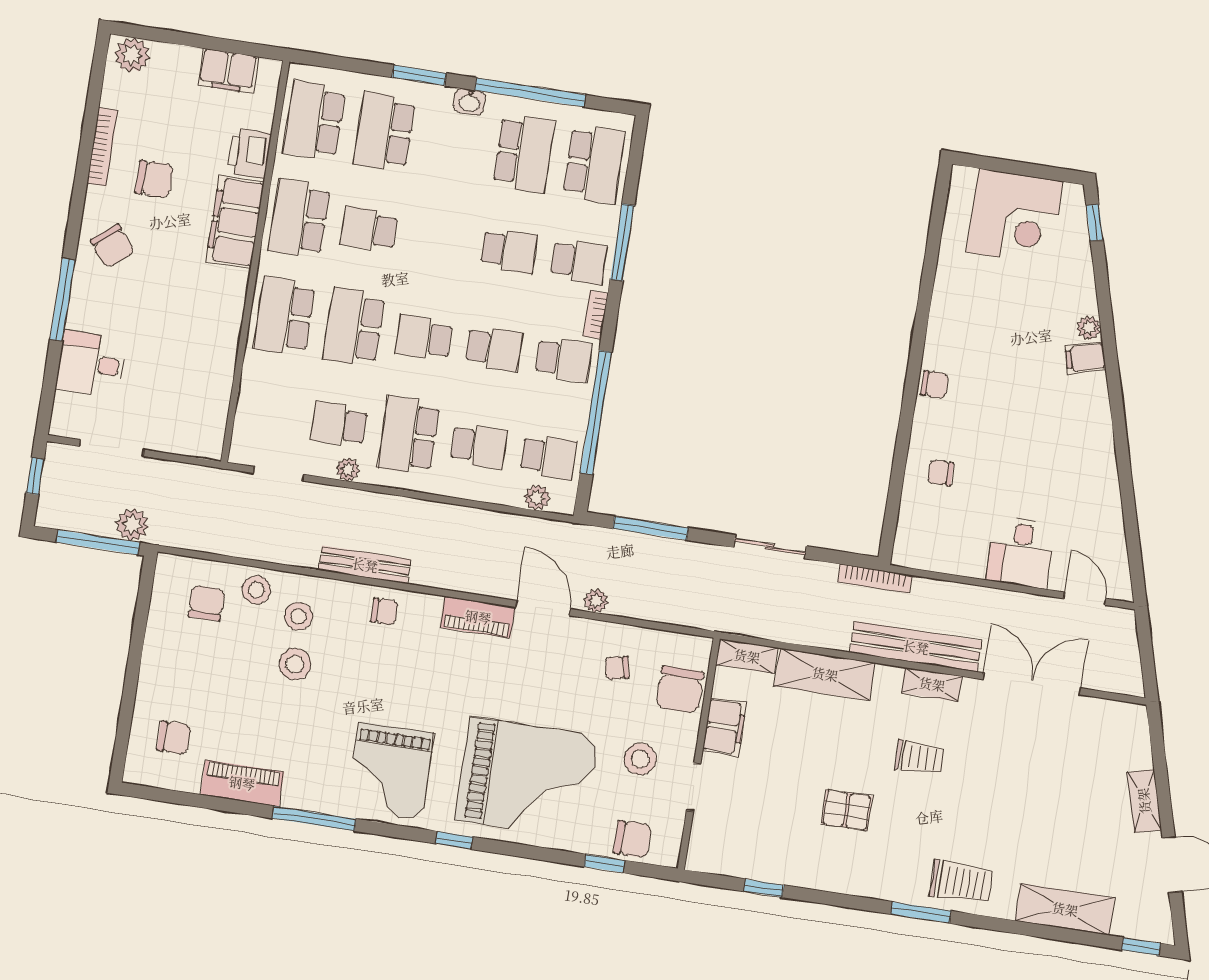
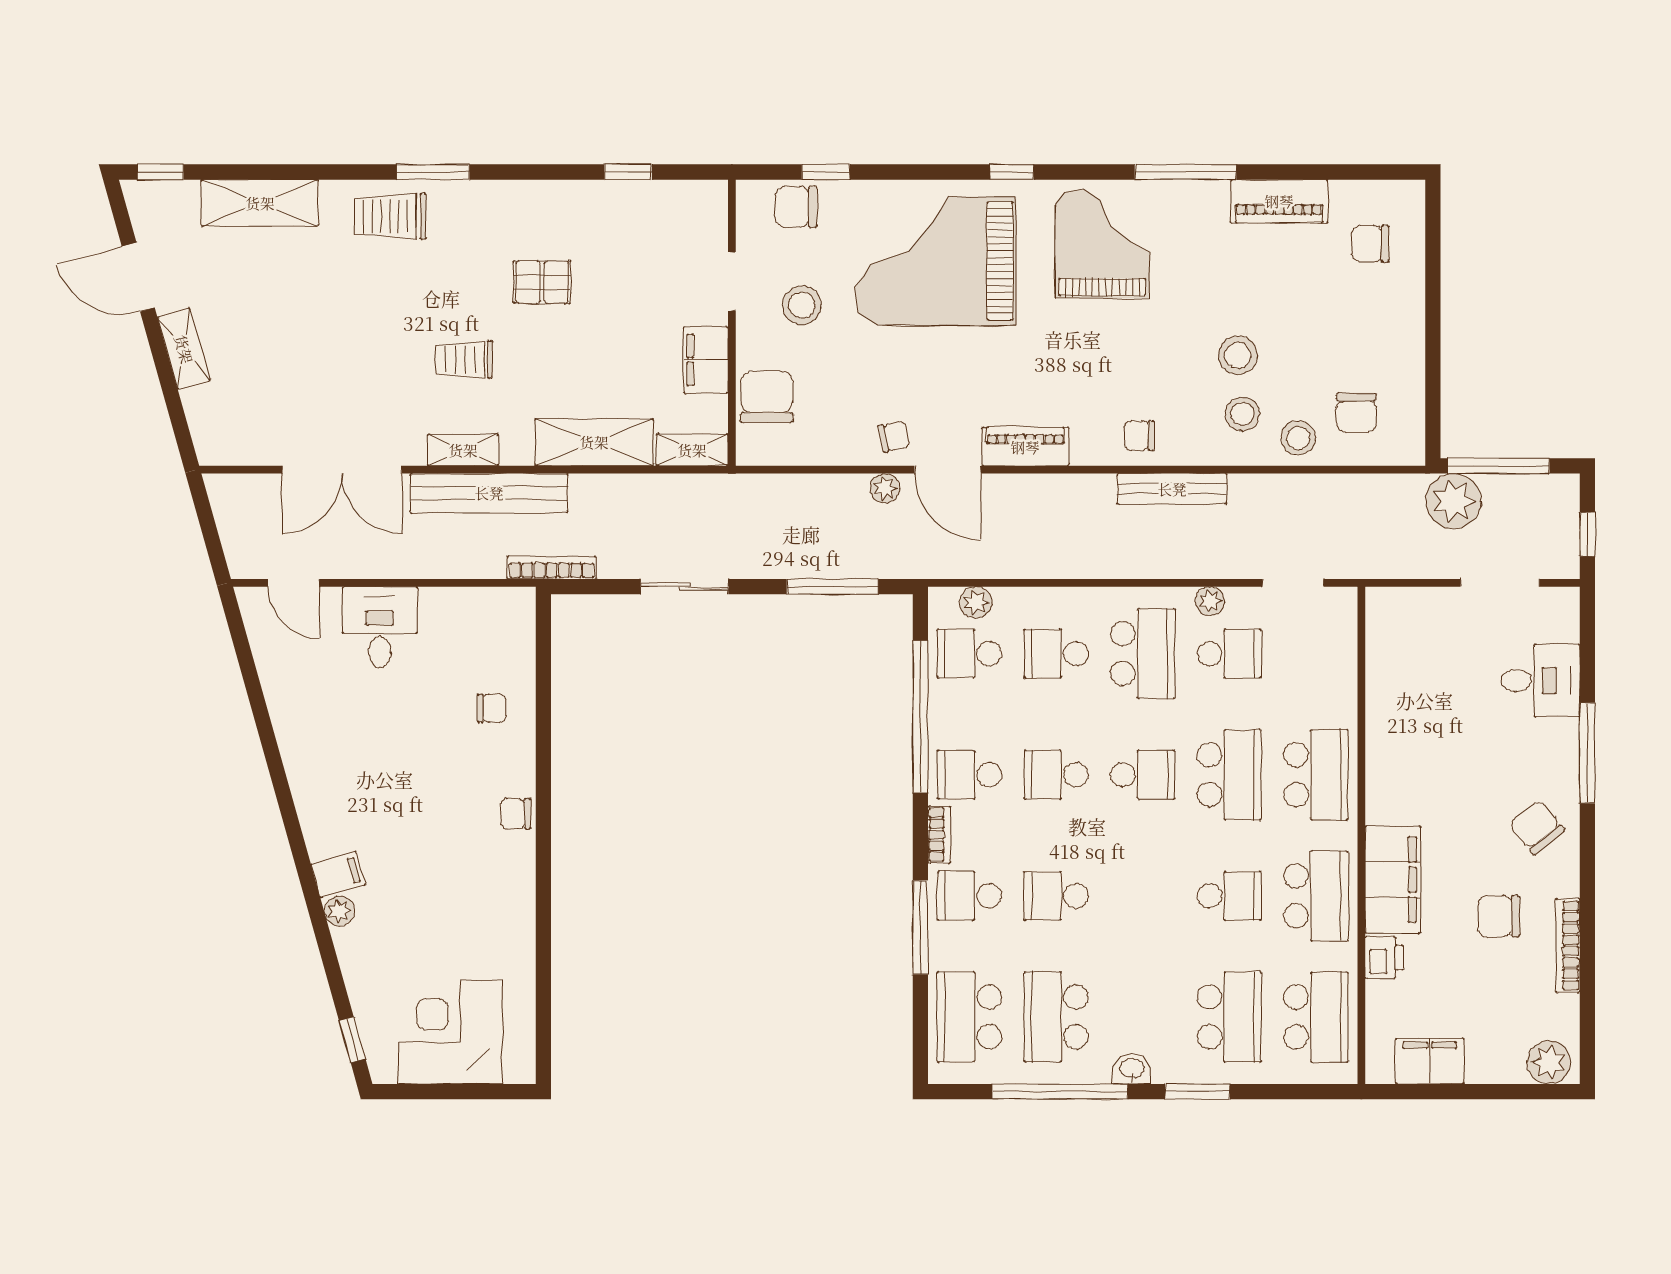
printer: (249, 153) -> (1384, 957), width x0.73, depth x0.81
plant: (132, 525) -> (1453, 501), width x1.36, depth x1.36
chair: (617, 668) -> (894, 436), moved

